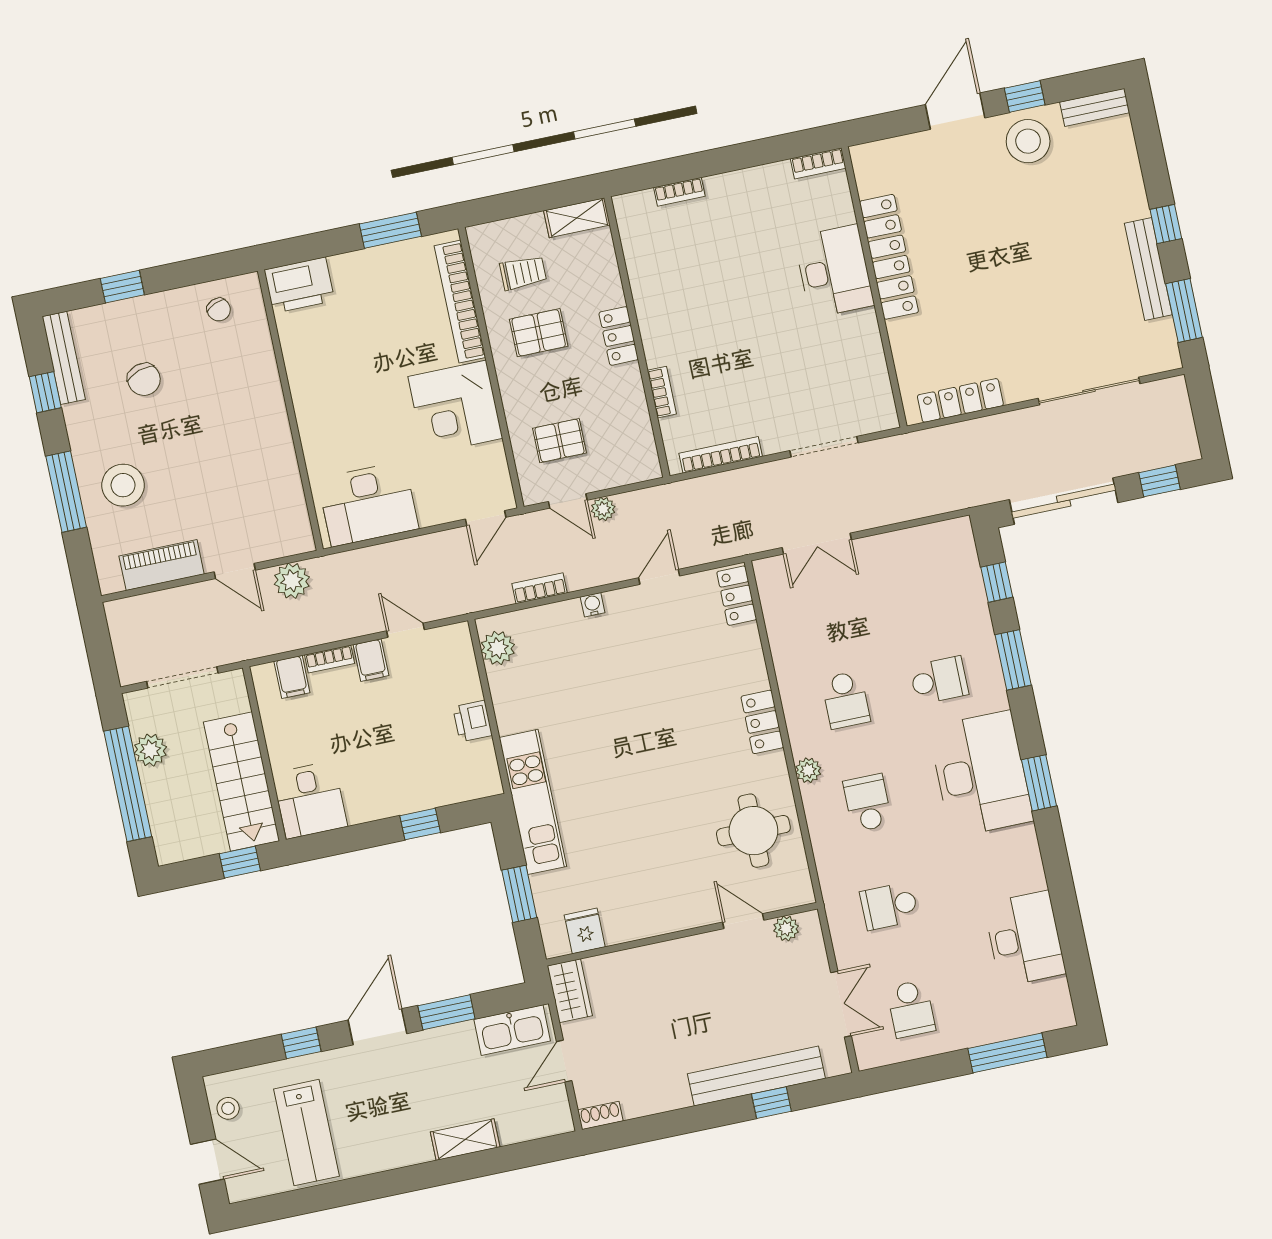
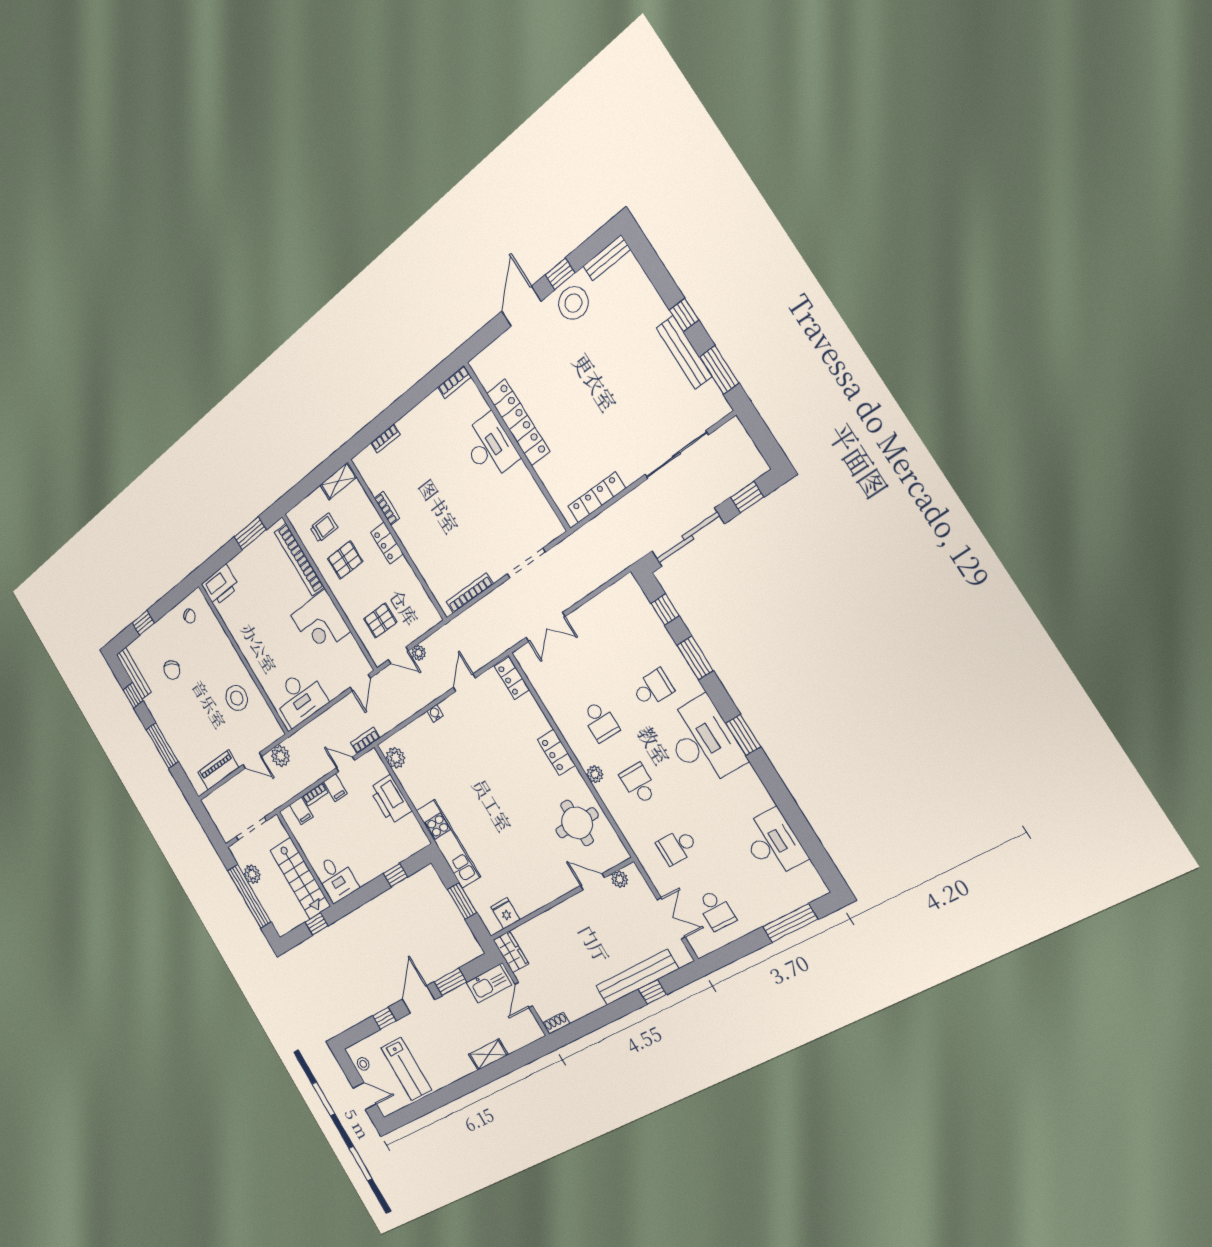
chair: (144, 379) -> (172, 670), turned 47
bookcase: (662, 392) -> (387, 508), moved
stool: (123, 485) -> (237, 698), moved
bookcase: (539, 588) -> (365, 740), moved
printer: (472, 721) -> (390, 800), width x1.87, depth x1.48

